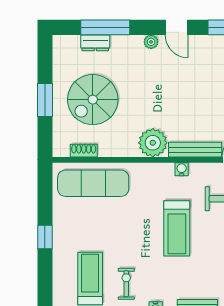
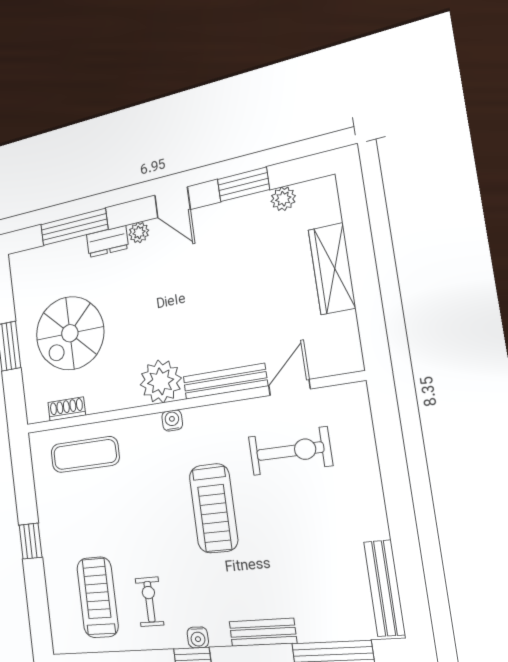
dresser: (95, 43) -> (107, 242), moved
water cooler: (182, 169) -> (172, 420), moved
exercise mat: (93, 183) -> (85, 455), width x0.73, depth x0.69

